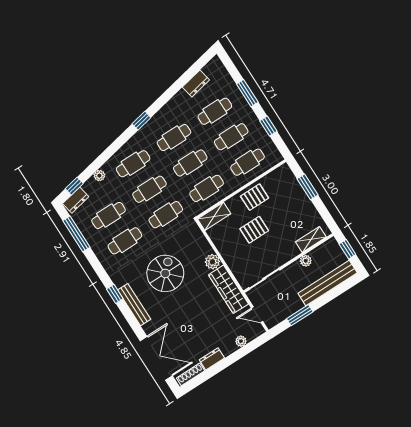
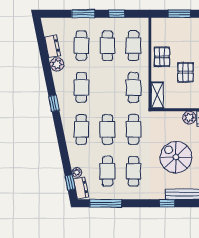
plant: (181, 99) -> (57, 64), added
cafe table: (190, 163) -> (107, 88), removed
plant: (99, 176) -> (77, 172), moved

